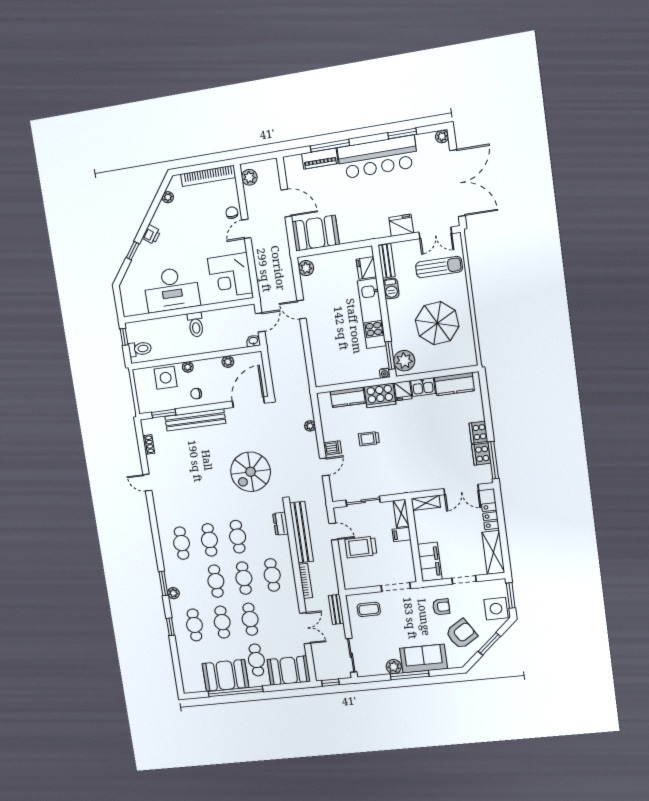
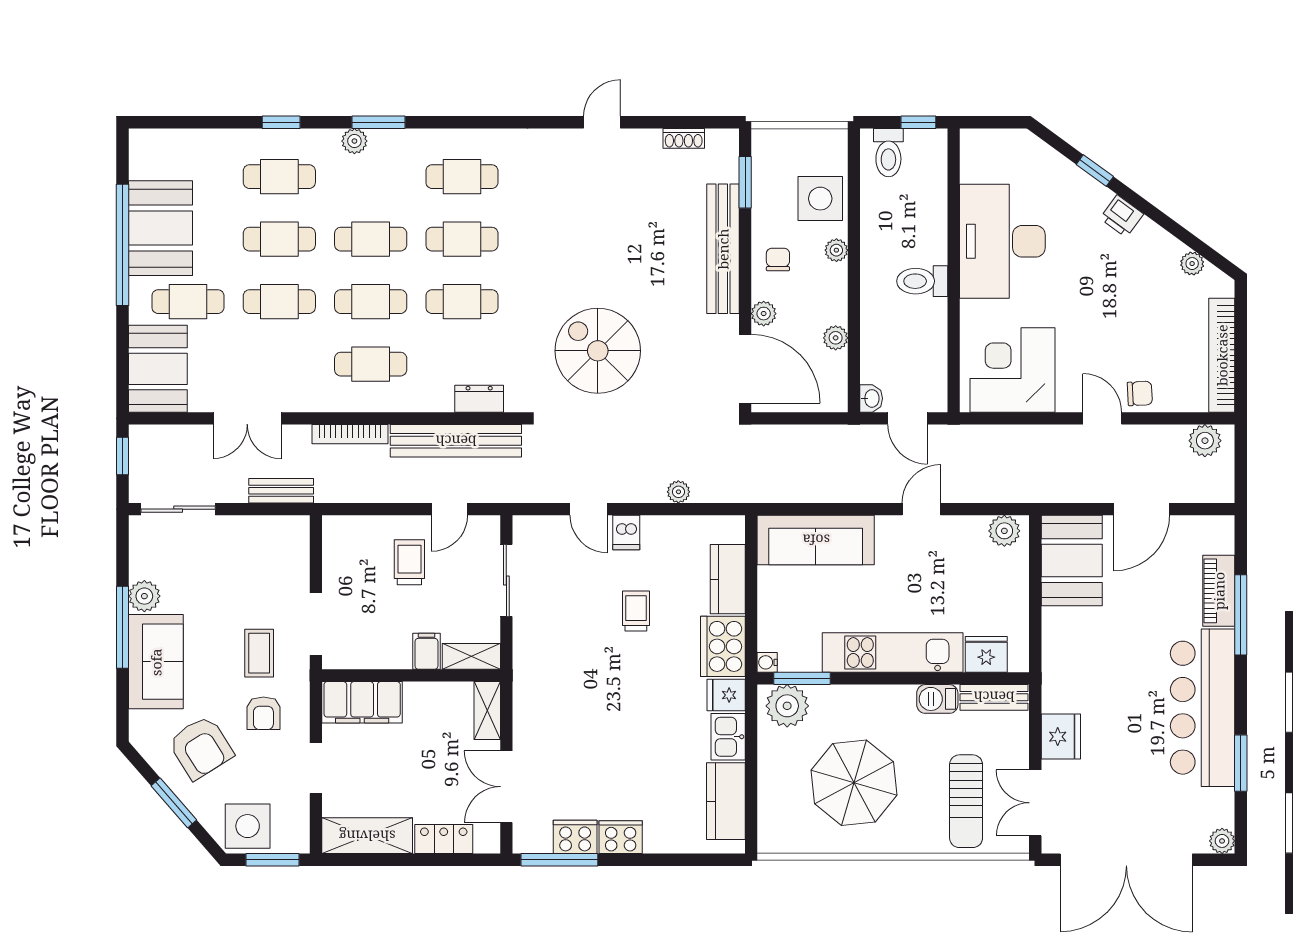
sofa: (323, 358) -> (816, 540), added
plant: (222, 397) -> (764, 314), added
trolley: (361, 547) -> (409, 562), width x0.73, depth x0.72
coffee table: (369, 609) -> (259, 653), moved

